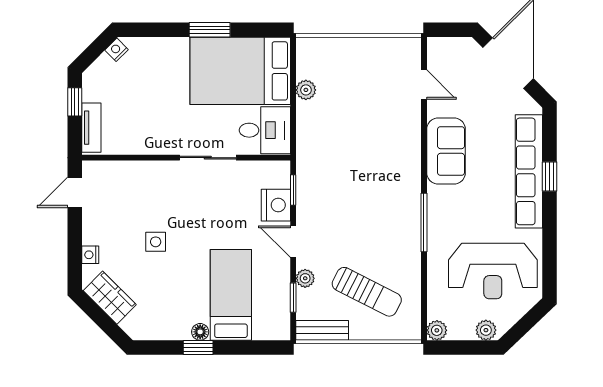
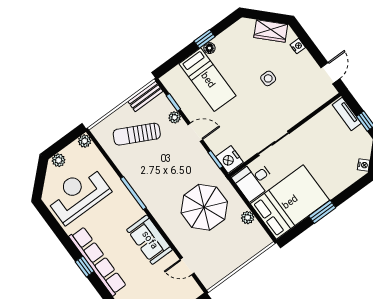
parasol: (350, 142) -> (204, 207), added
nightstand: (276, 205) -> (229, 159), moved

